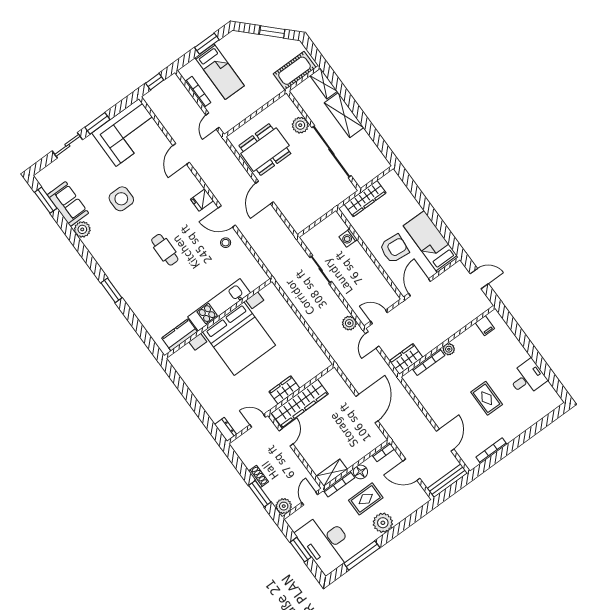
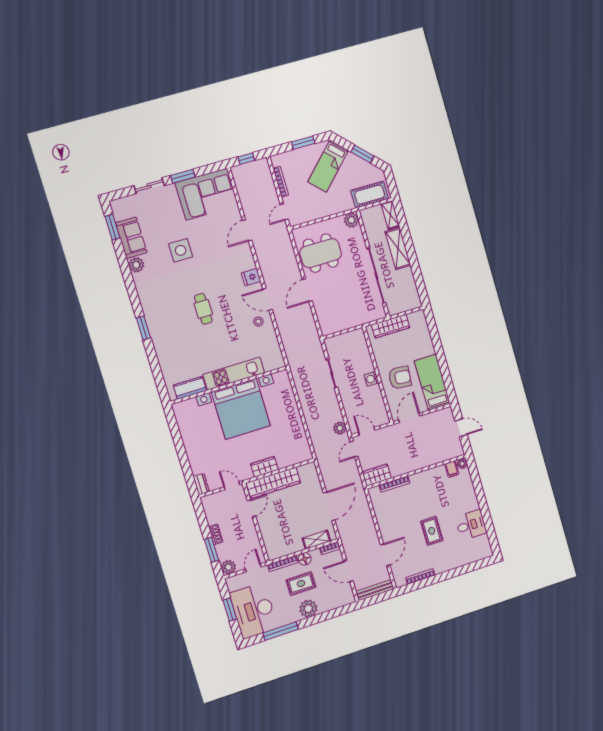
bed: (220, 72) -> (328, 166), moved, turned 45
plant: (300, 125) -> (351, 220), moved
washing machine: (348, 238) -> (371, 379), moved
plant: (449, 349) -> (462, 464), moved
shelving: (332, 473) -> (316, 540), moved

